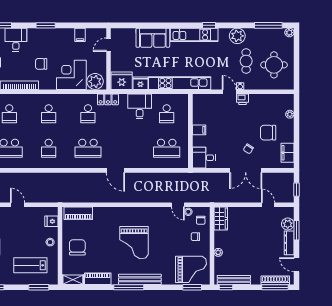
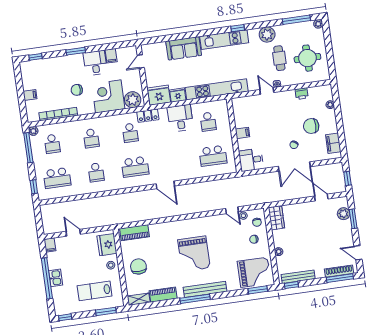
desk: (16, 40) -> (95, 63), moved
printer: (242, 99) -> (302, 94), moved
fridge: (51, 221) -> (107, 245), width x1.88, depth x1.34
dresser: (289, 243) -> (348, 232), removed

